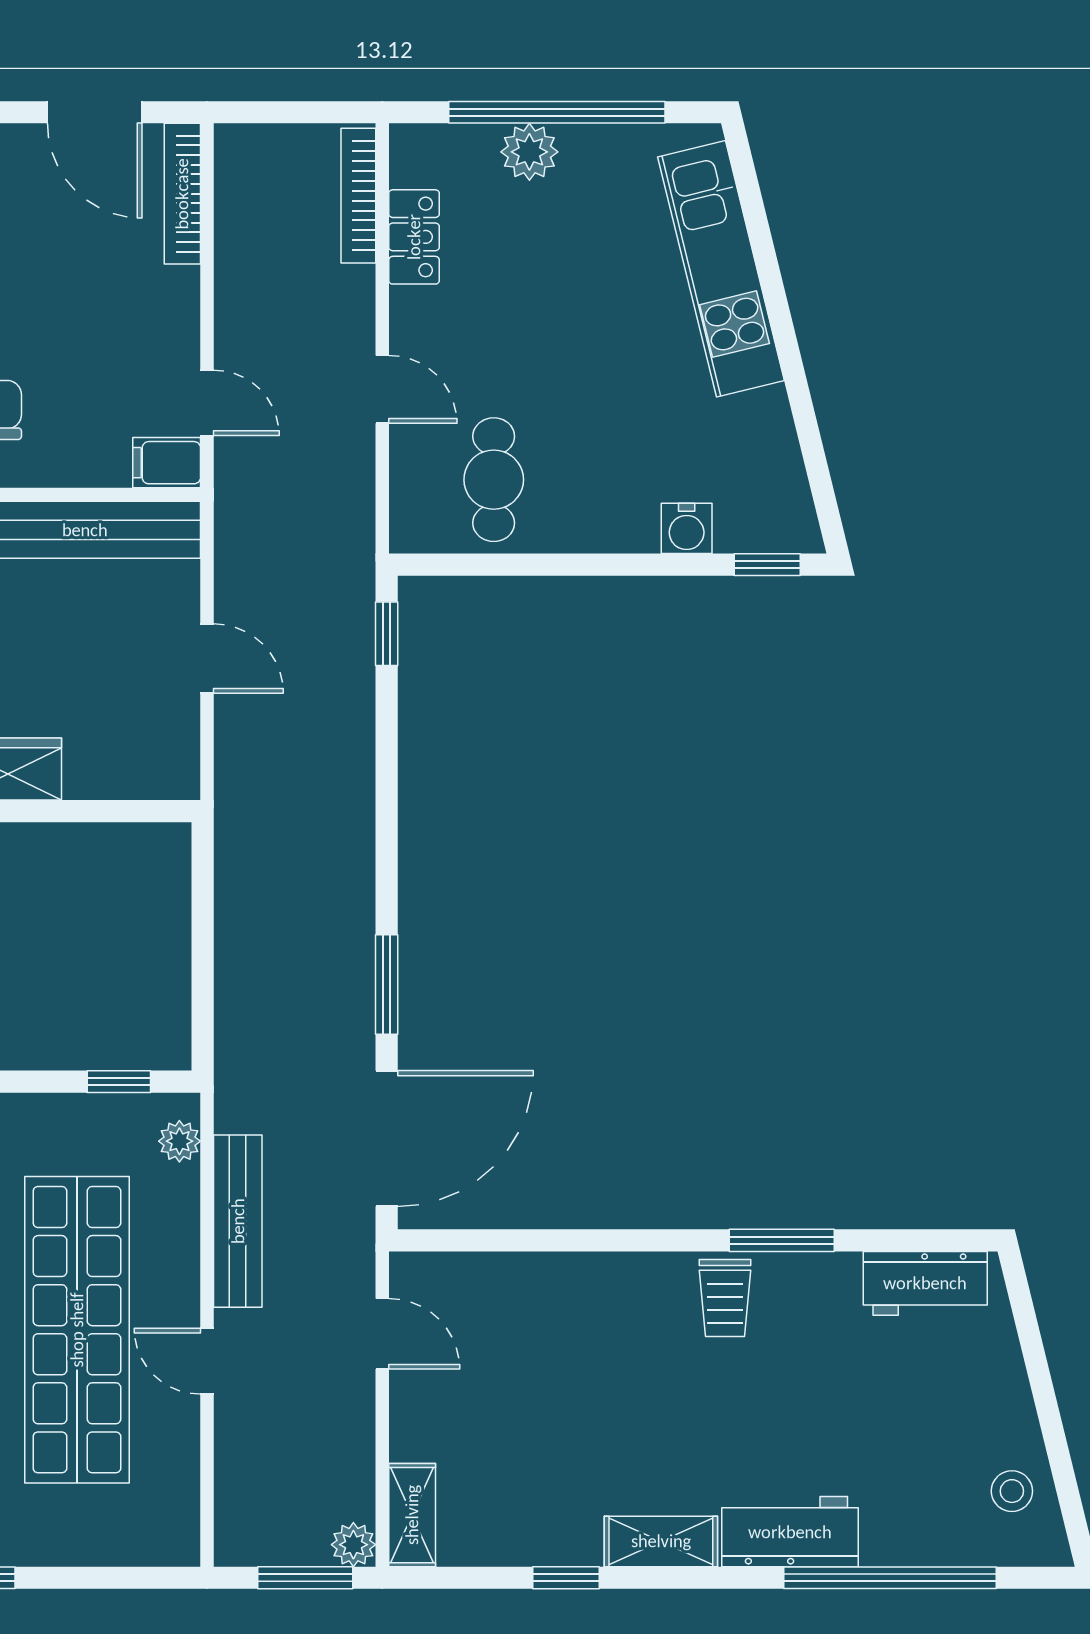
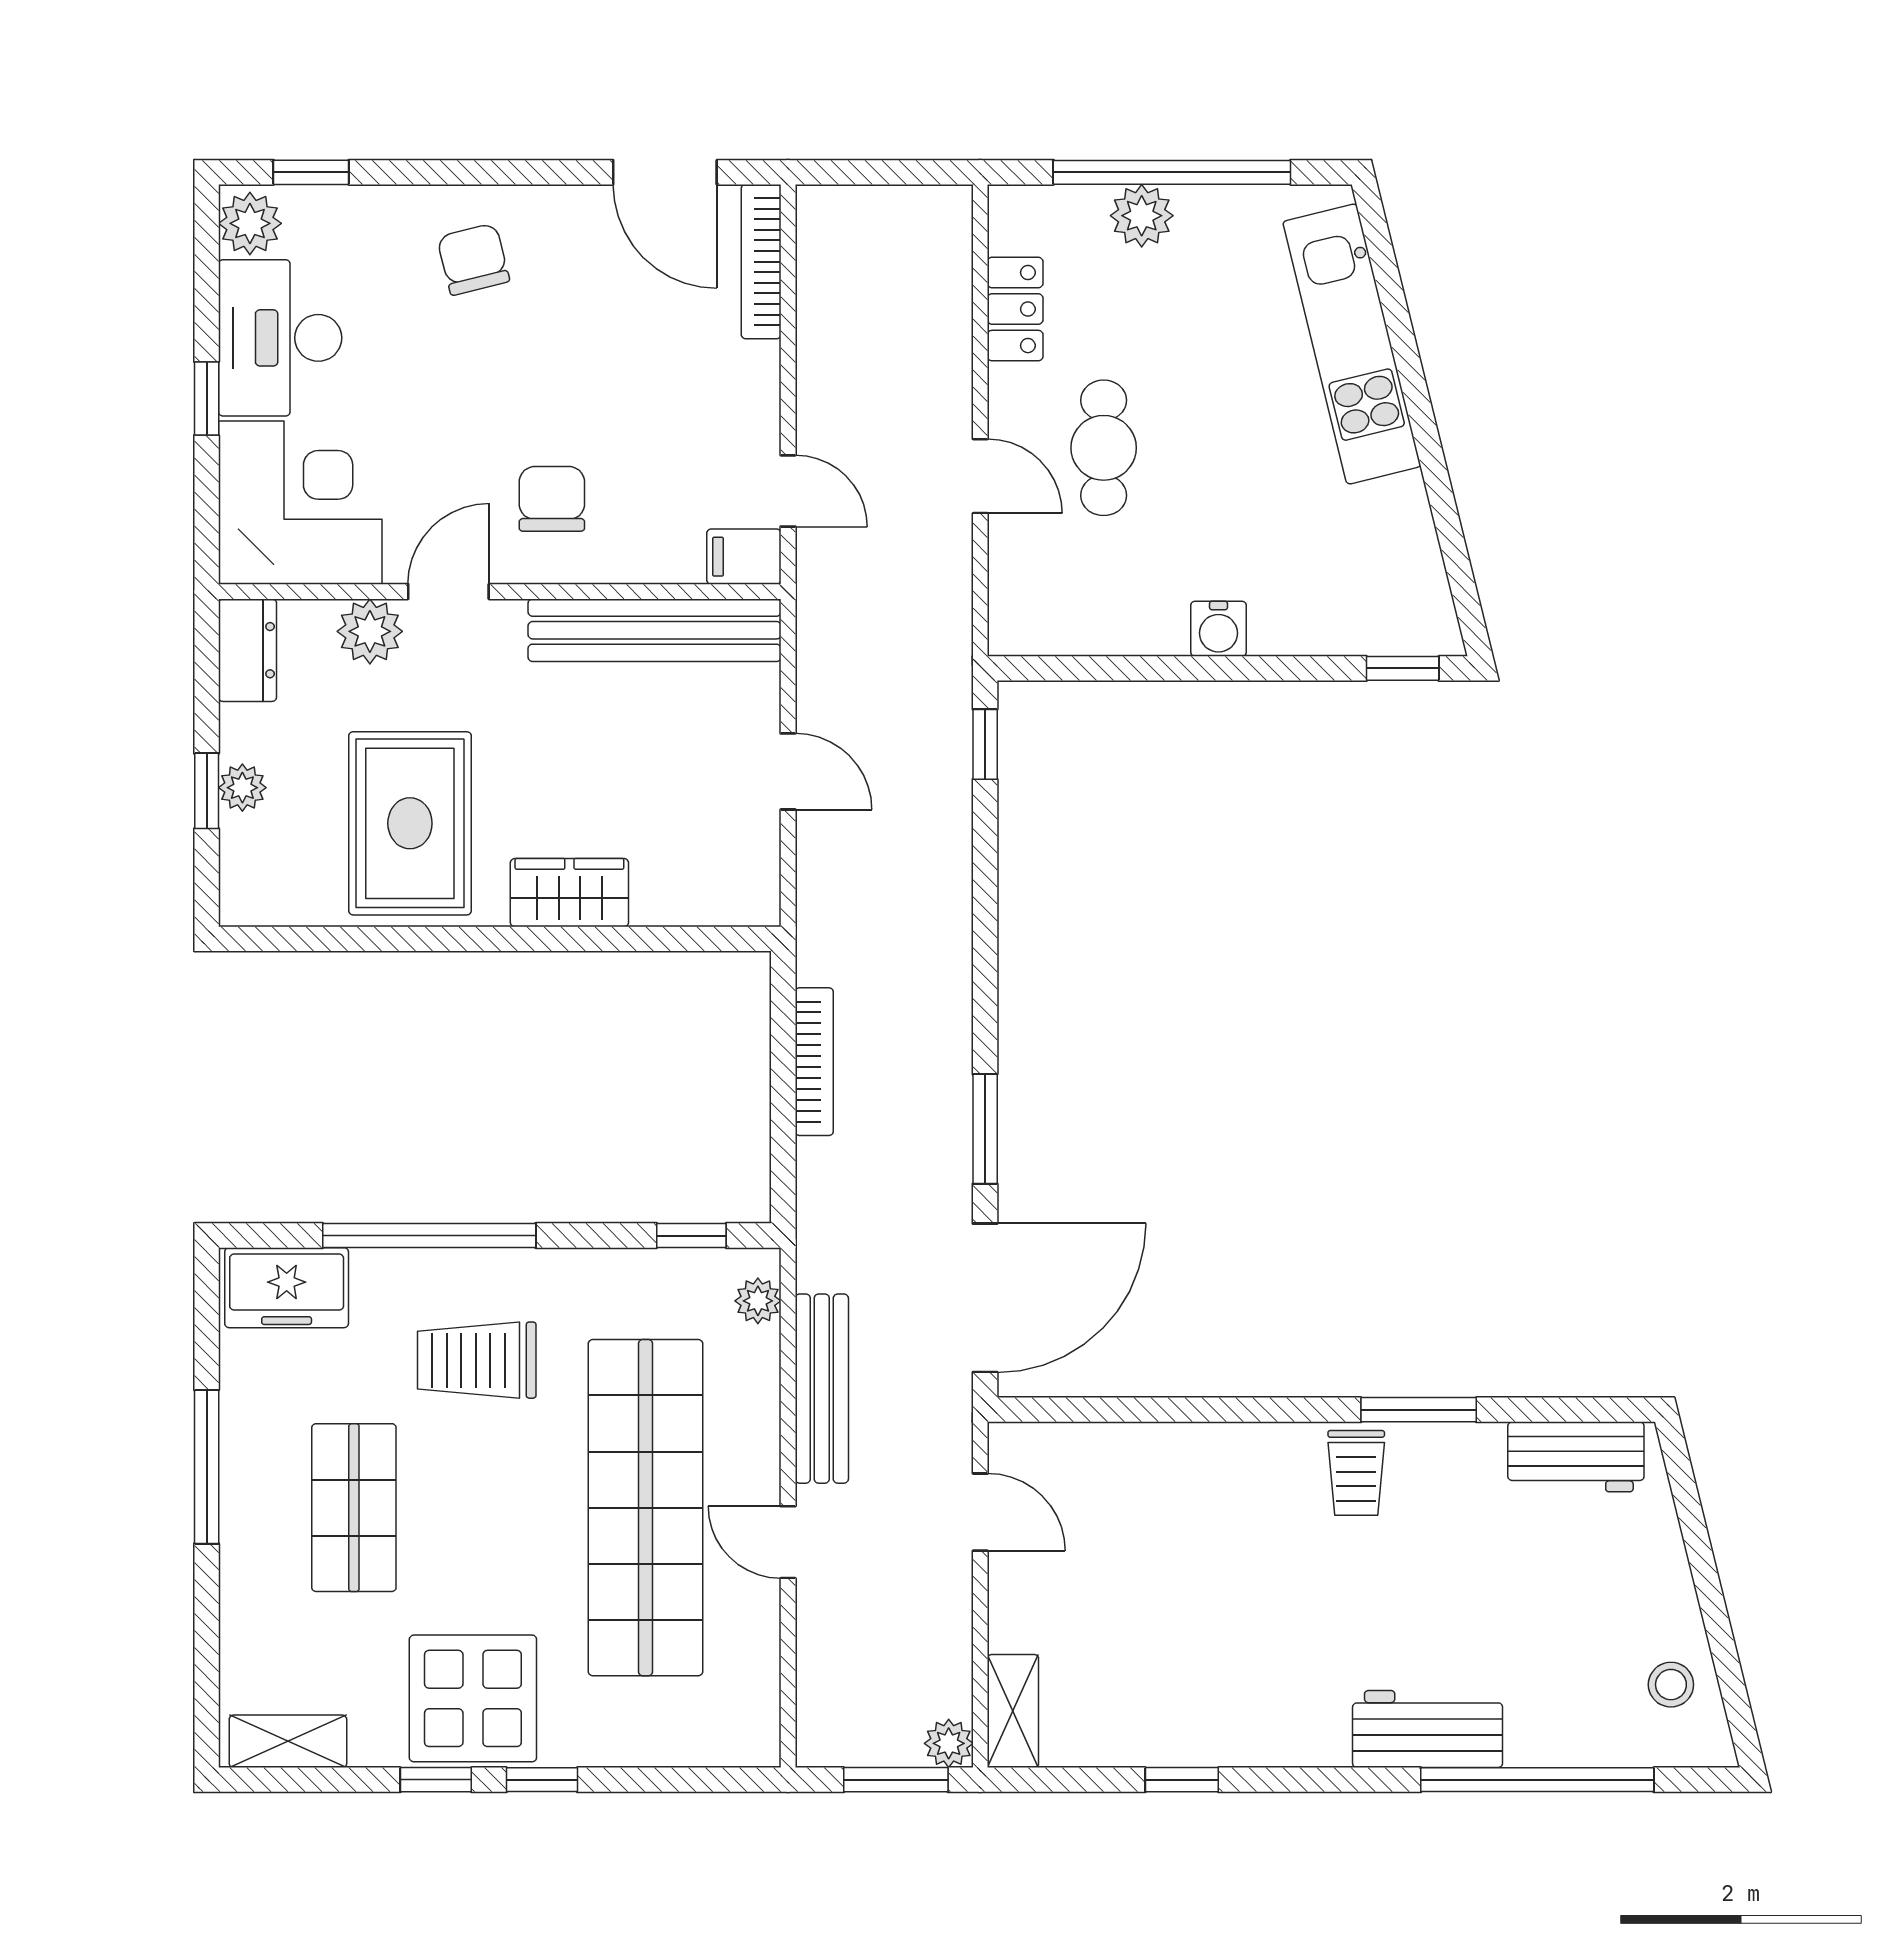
bookcase: (358, 196) -> (814, 1062), moved, turned 180
cafe table: (494, 480) -> (1104, 448), moved
water cooler: (687, 528) -> (1219, 629), moved
shelving: (661, 1541) -> (1286, 1740), removed

